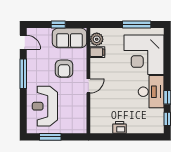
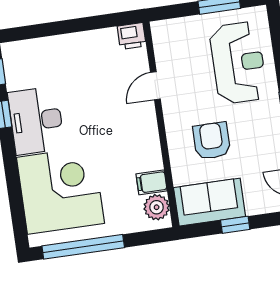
window: (137, 25) -> (83, 247), width x1.46
door: (88, 86) -> (155, 86), moved
printer: (120, 127) -> (132, 36), moved

